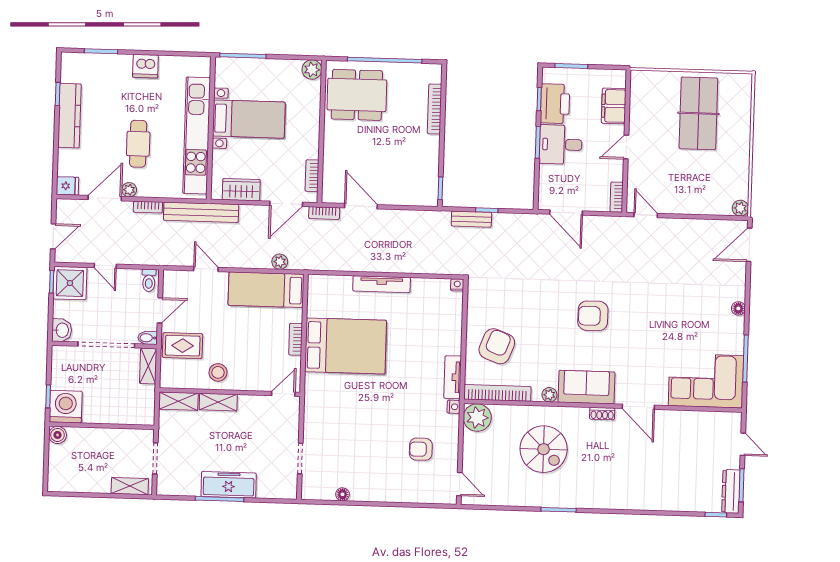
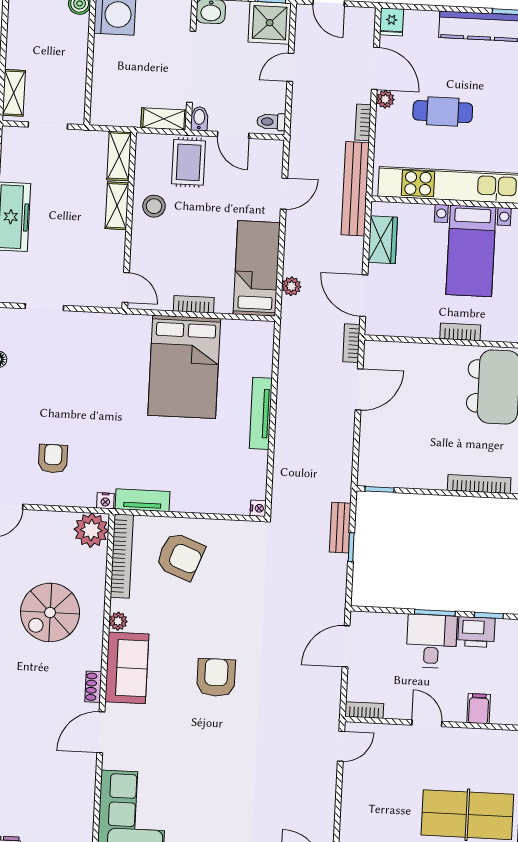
printer: (555, 104) -> (476, 632), width x0.73, depth x0.84
filing cabinet: (614, 106) -> (479, 709), width x0.50
bookcase: (312, 176) -> (460, 332), moved

